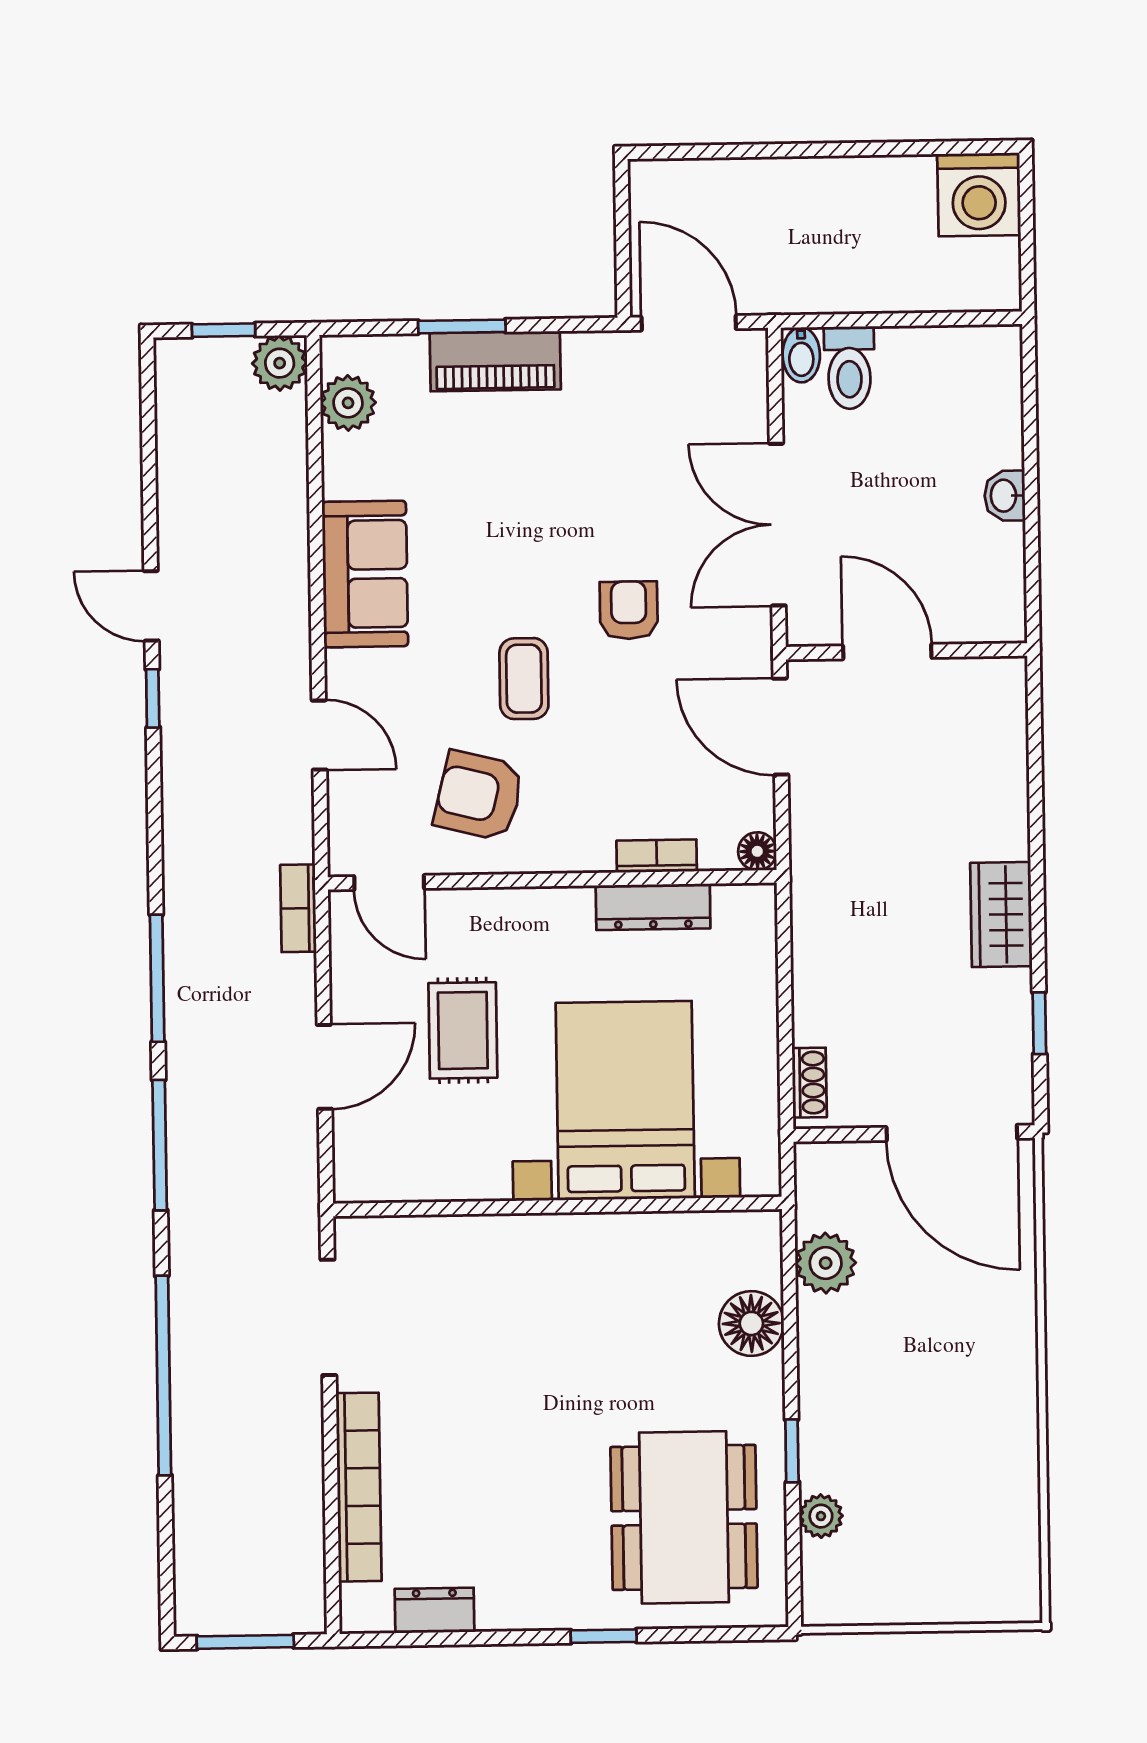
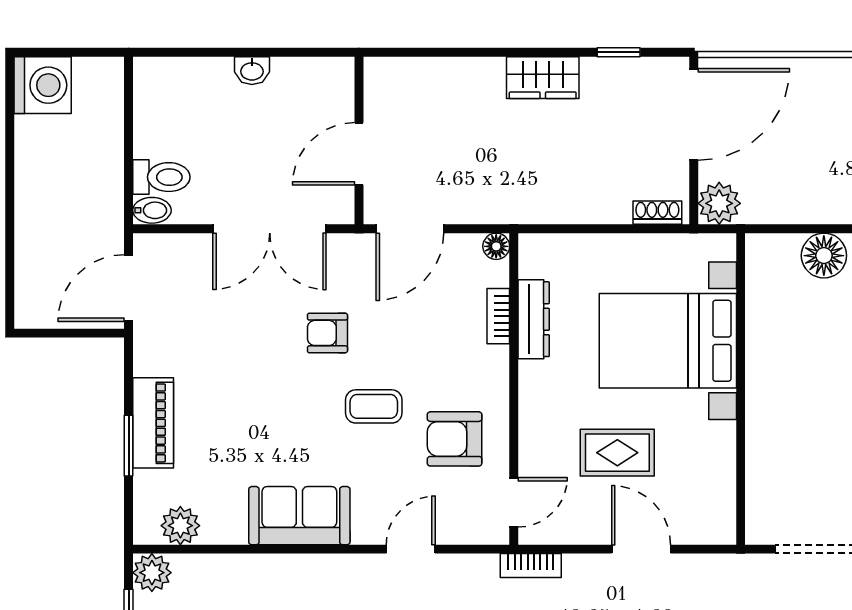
armchair: (479, 796) -> (455, 439), turned 76
plant: (826, 1263) -> (719, 203), moved

